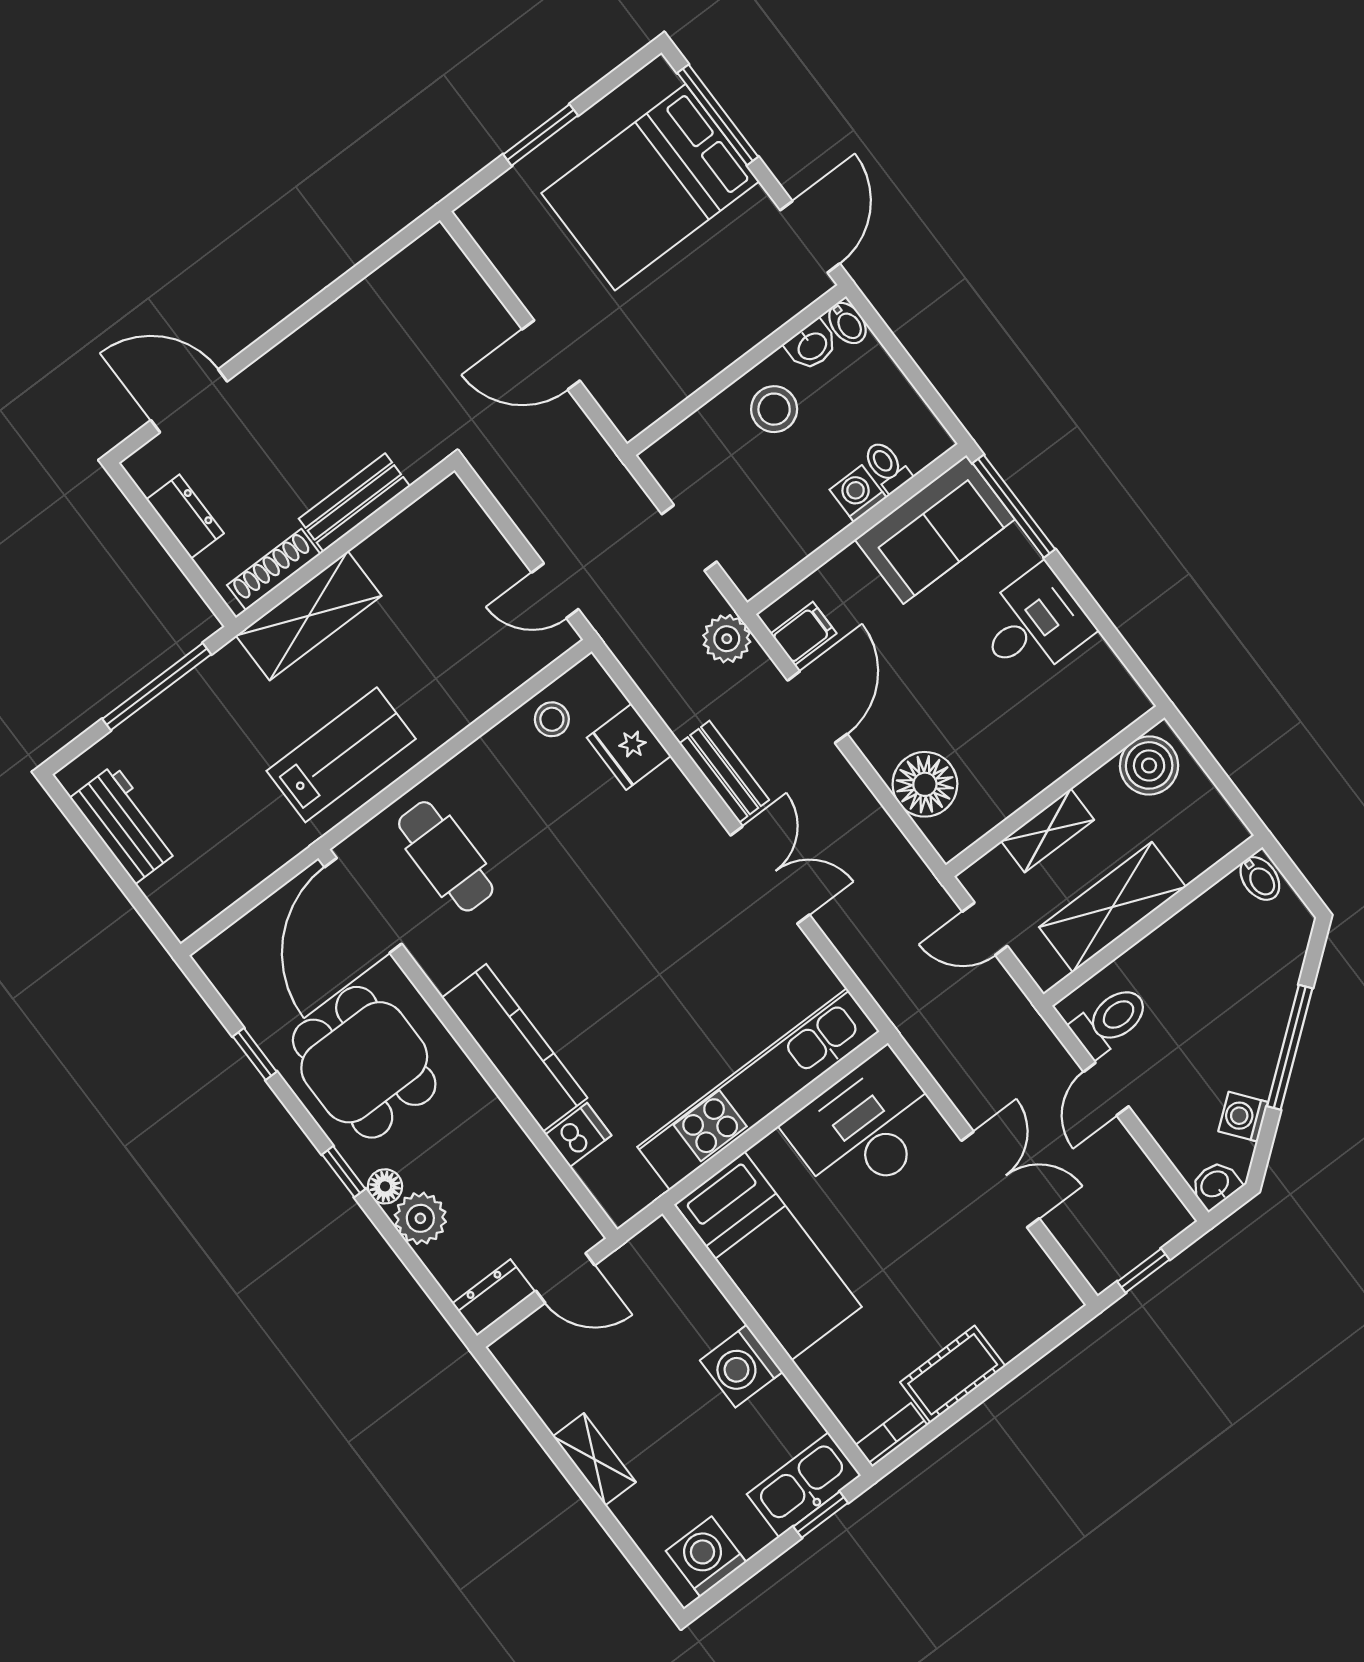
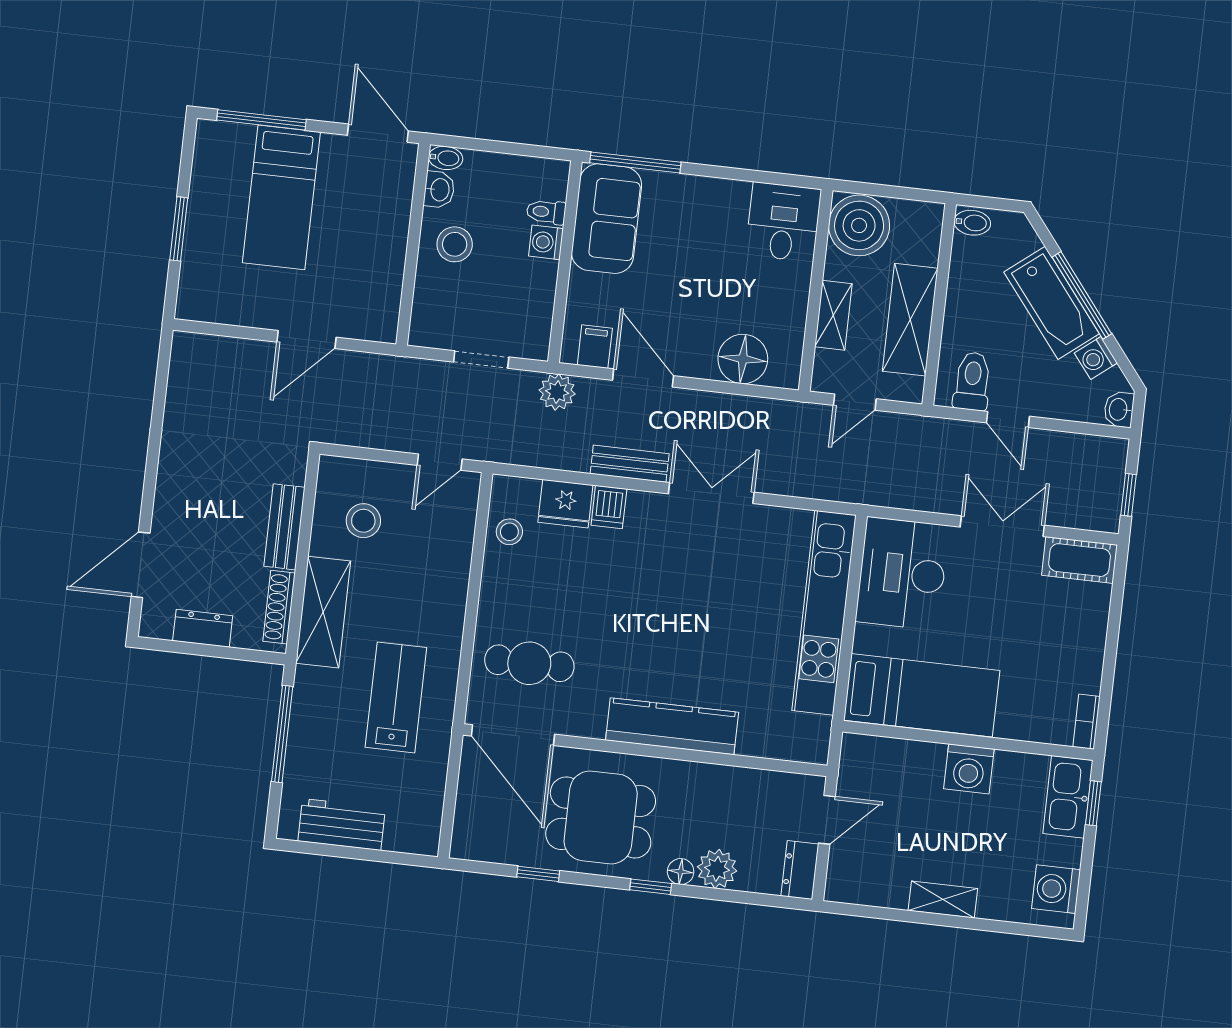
bed: (650, 187) -> (281, 197), width x0.67
stool: (431, 571) -> (363, 521), added
desk: (1033, 624) -> (783, 222), moved
lab bench: (341, 755) -> (396, 697), moved
boiler: (1149, 765) -> (859, 225), width x1.37, depth x1.37
bathtub: (1255, 1025) -> (1052, 303), added
dishwasher: (578, 1135) -> (609, 507), moved, turned 180
cot: (953, 1374) -> (1080, 560), moved, turned 90

